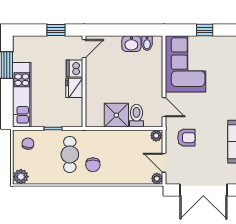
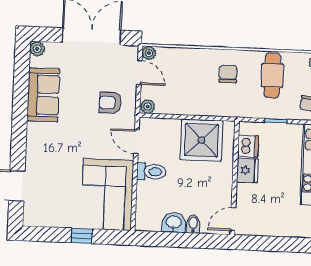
window: (56, 30) -> (267, 244), removed
bidet: (147, 43) -> (193, 224), moved
dishwasher: (75, 68) -> (248, 146), moved
shower: (116, 115) -> (202, 140), width x1.37, depth x1.37
toilet: (136, 116) -> (151, 172), moved, turned -90
cafe table: (70, 154) -> (272, 75), moved

